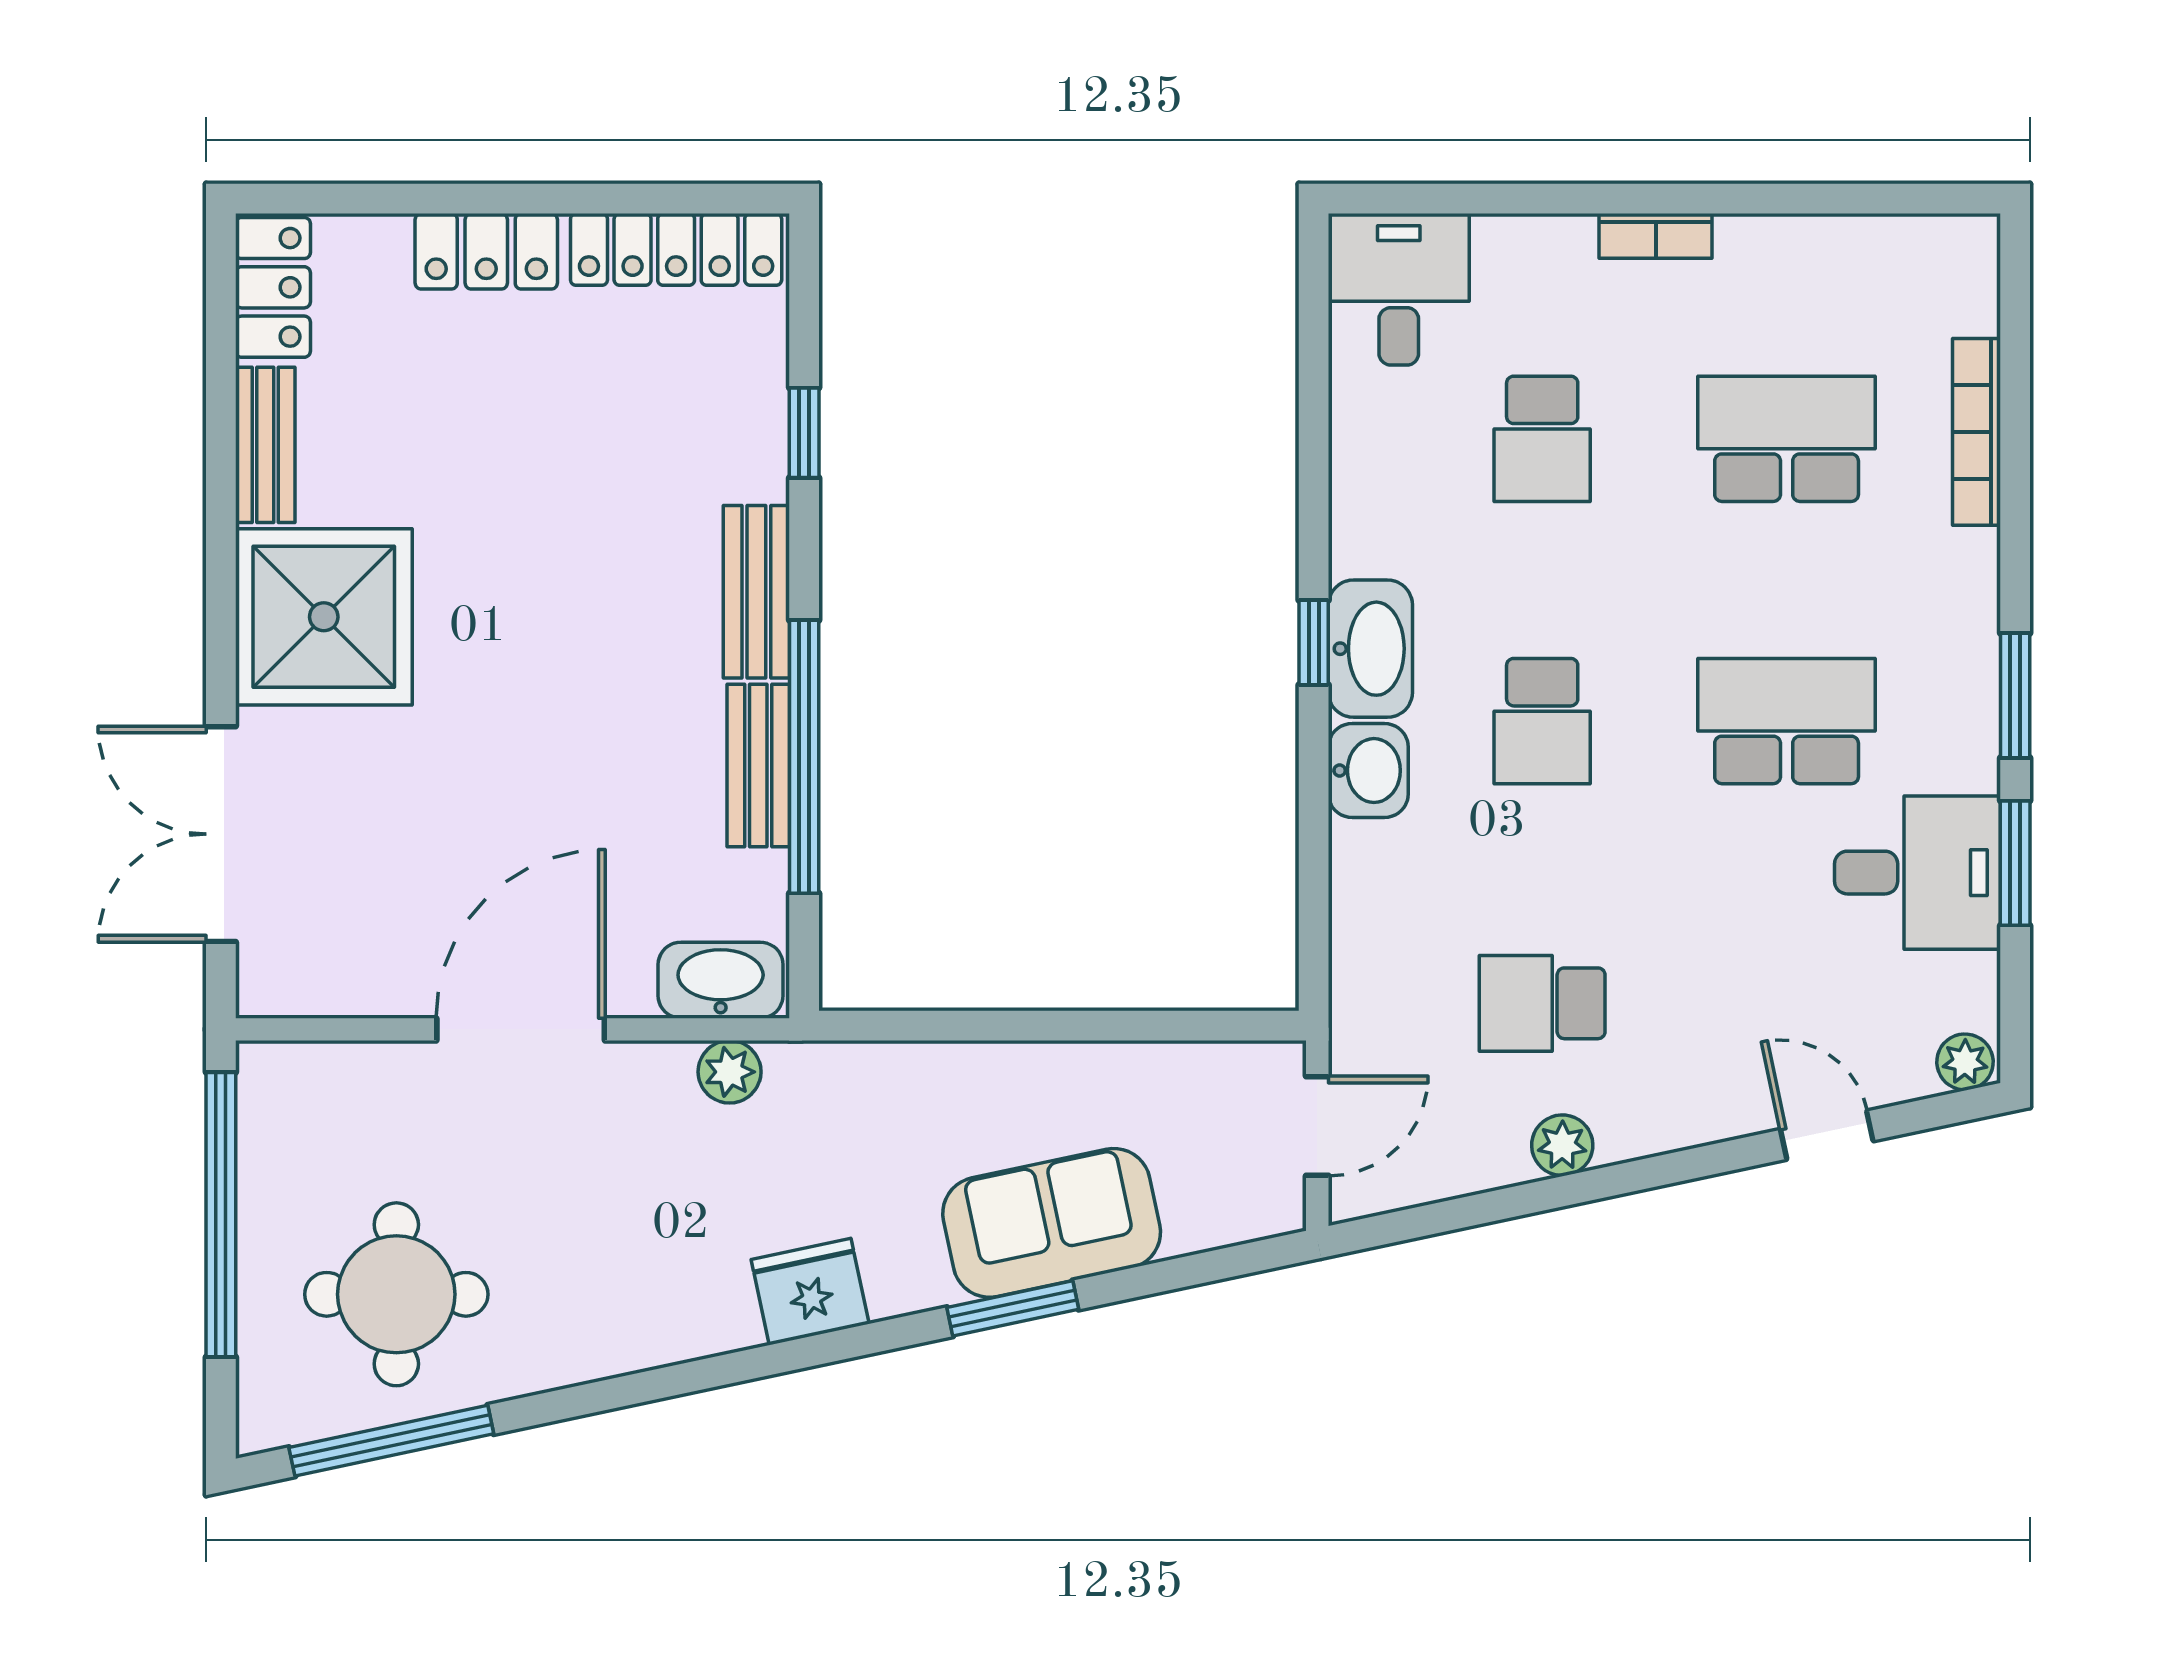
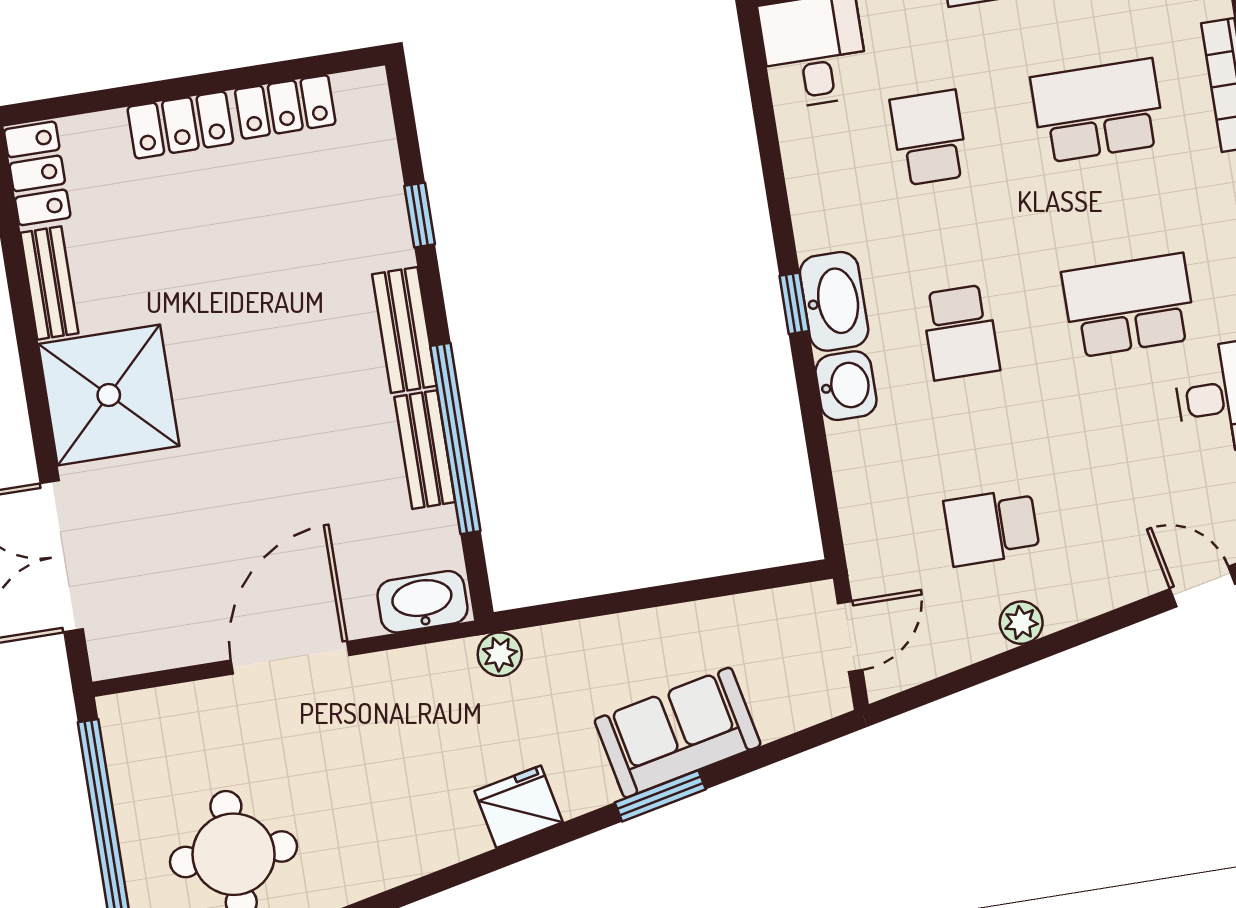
locker: (676, 249) -> (285, 107), width x0.66
school desk: (1542, 439) -> (929, 138), turned 180
plant: (730, 1072) -> (500, 654), moved

